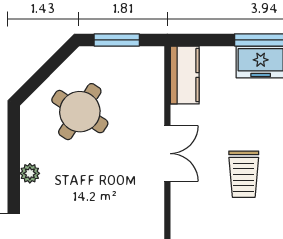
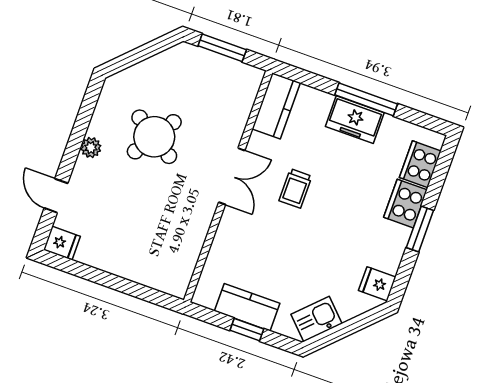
round table: (80, 112) -> (154, 137), moved
trolley: (244, 174) -> (295, 188), moved, width x0.73, depth x0.72

